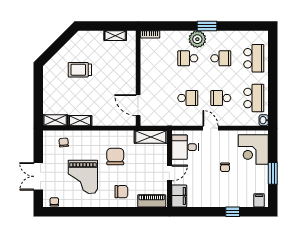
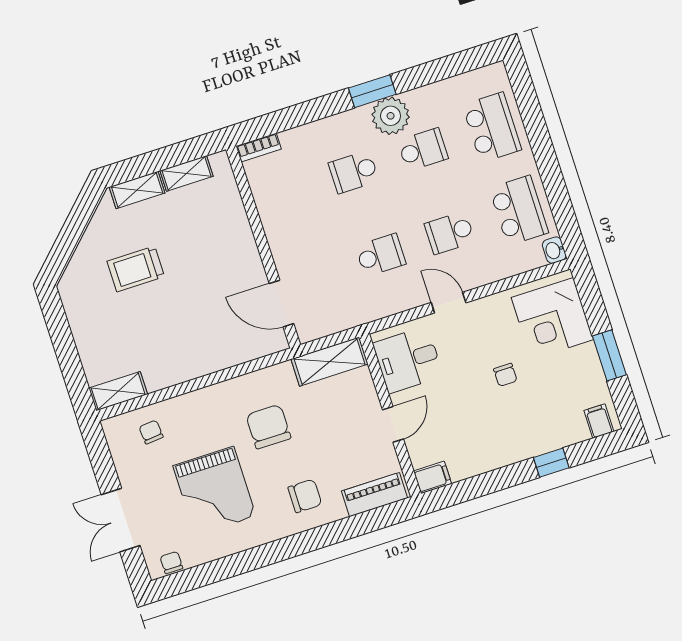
plant: (197, 39) -> (391, 116), moved
shelving: (80, 121) -> (137, 190), moved
filing cabinet: (179, 196) -> (433, 477), width x0.50

